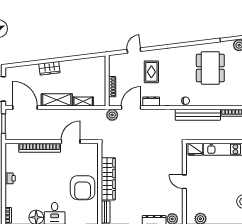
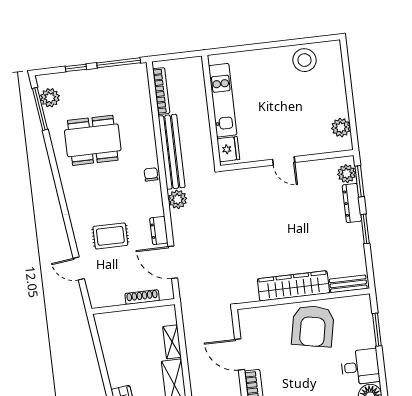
plant: (112, 115) -> (178, 199), moved
door: (184, 182) -> (284, 161), hinge flipped
armchair: (83, 188) -> (313, 326), turned 101

